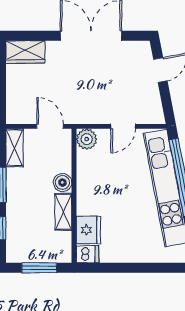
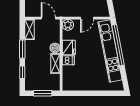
fridge: (88, 230) -> (69, 47), moved
dishwasher: (88, 254) -> (68, 60), moved

